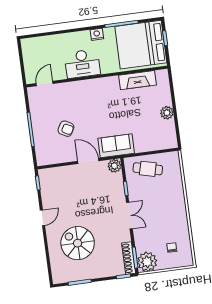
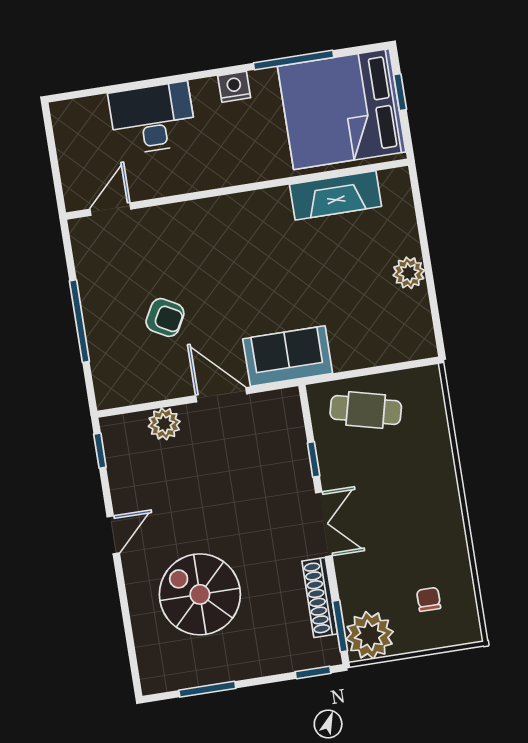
desk: (82, 64) -> (152, 118), moved, turned 180
plant: (114, 166) -> (164, 424), moved
shoe rack: (129, 258) -> (320, 597), moved

